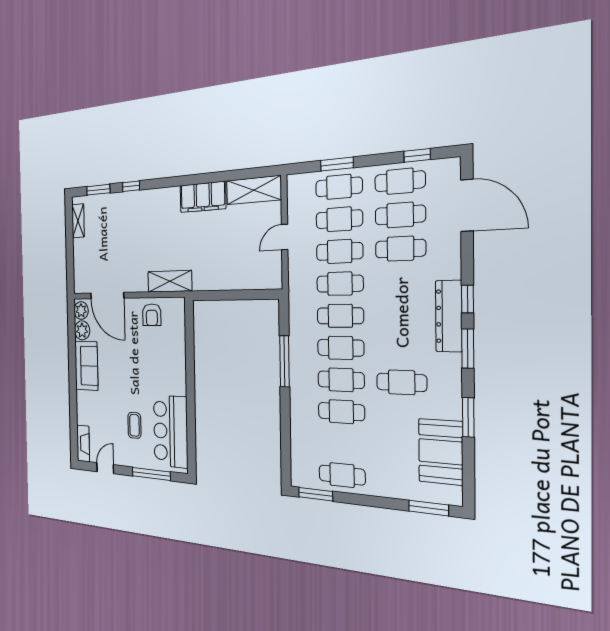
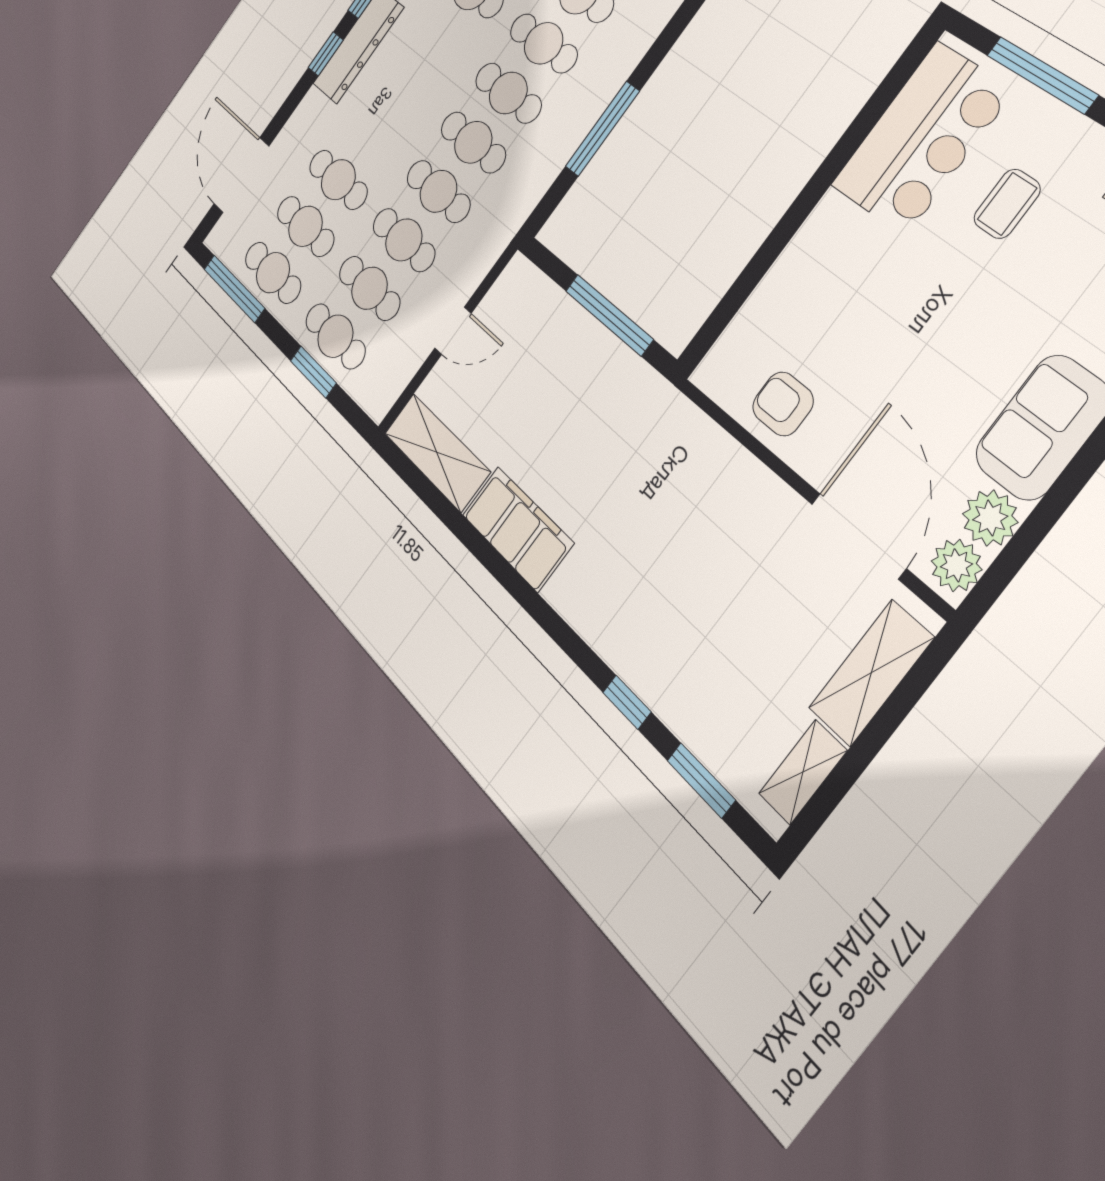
window: (417, 155) -> (234, 289), width x2.17
shelving: (170, 281) -> (871, 673), moved, turned 90
window: (227, 295) -> (609, 315), added
armchair: (152, 315) -> (783, 404), turned -90

